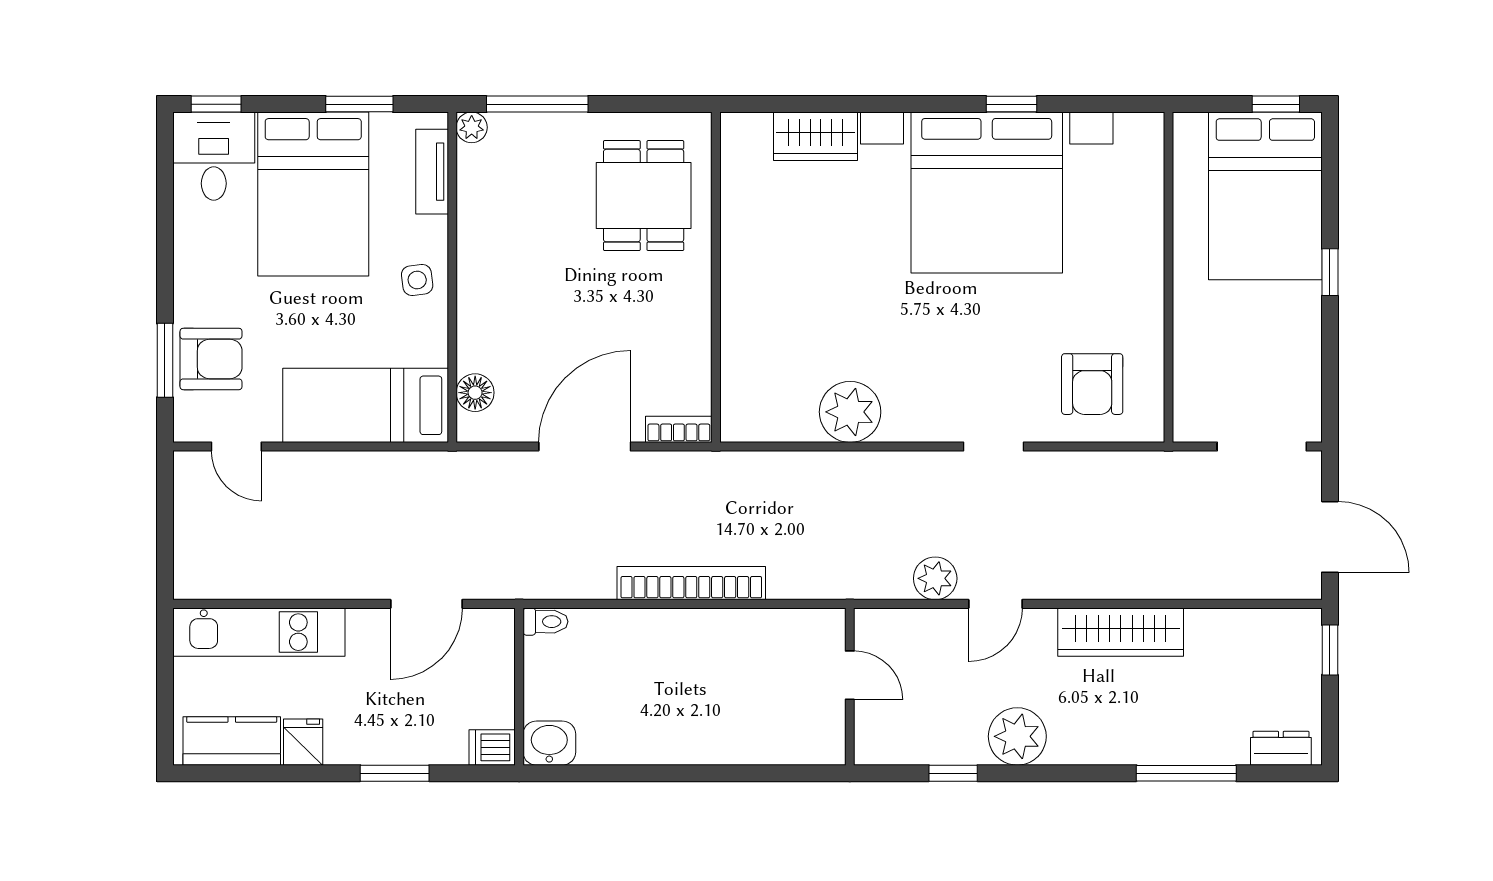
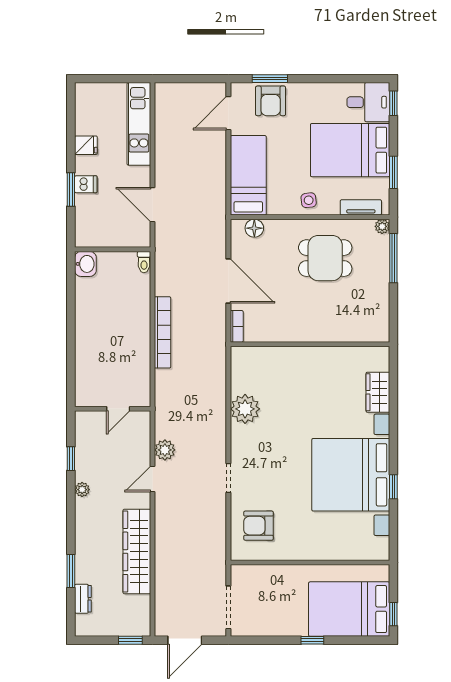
dining table: (644, 196) -> (325, 258), moved
door: (236, 446) -> (228, 113), width x1.38
door: (995, 604) -> (152, 479), hinge flipped
wardrobe: (1121, 632) -> (137, 551), width x1.40, depth x1.17
plant: (1017, 736) -> (82, 490), width x0.53, depth x0.53
kitchen counter: (232, 741) -> (86, 111), removed
dishwasher: (492, 747) -> (86, 184), moved, turned 90
dresser: (1281, 748) -> (83, 599), moved
window: (1186, 773) -> (71, 571), width x0.69

